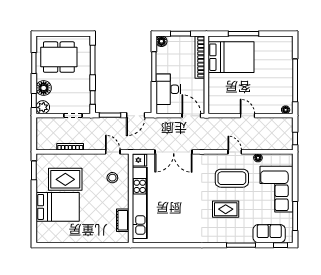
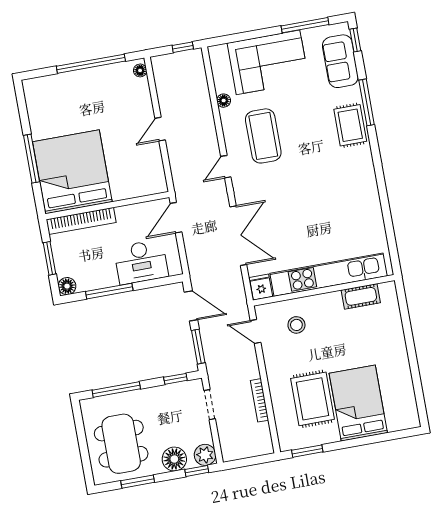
bed: (231, 57) -> (72, 172), width x1.36
door: (113, 152) -> (256, 332), hinge flipped
door: (235, 152) -> (226, 167), moved
rug: (226, 209) -> (350, 125), moved

